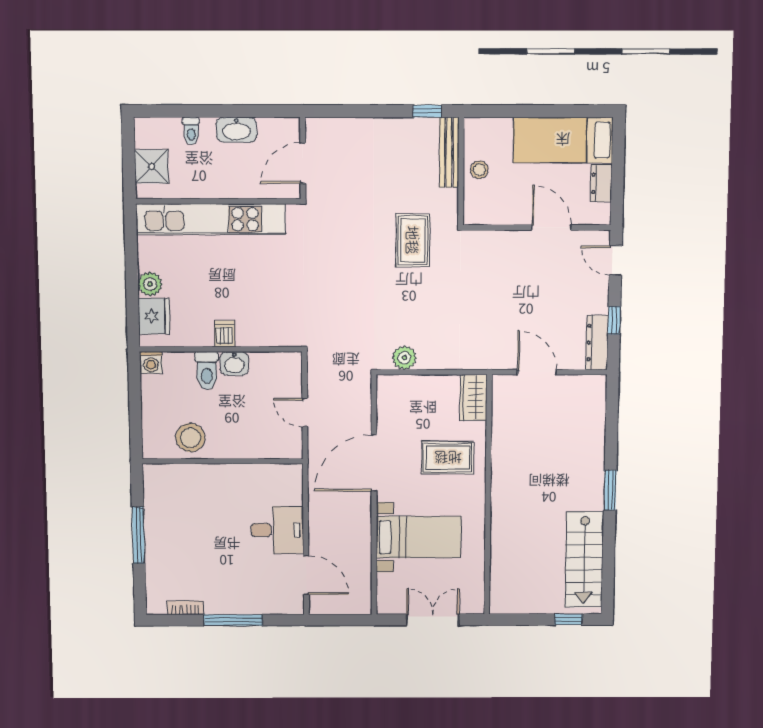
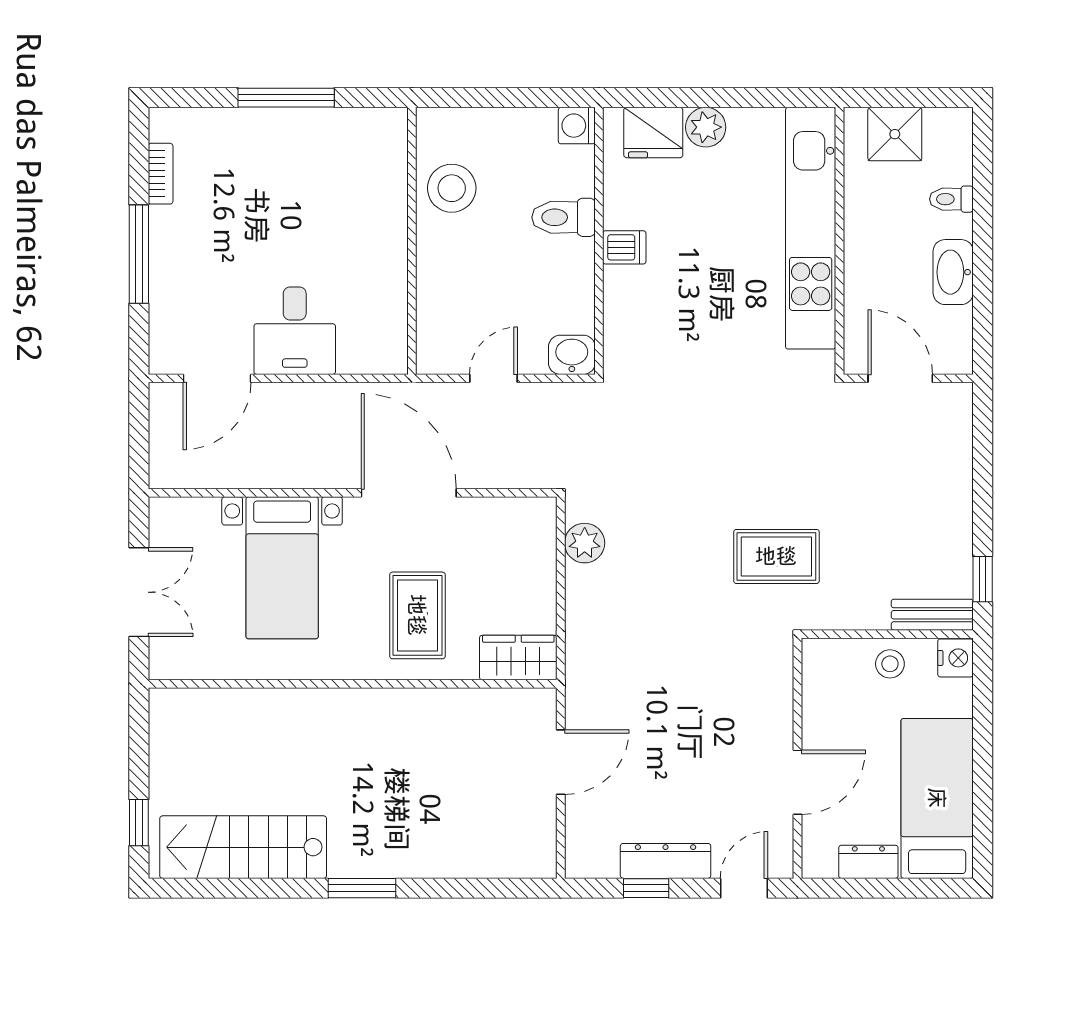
nightstand: (476, 128) -> (955, 658), added
bench: (449, 152) -> (932, 615), width x0.73
dresser: (597, 343) -> (666, 861), moved
washbasin: (234, 363) -> (572, 355), moved, turned 90

